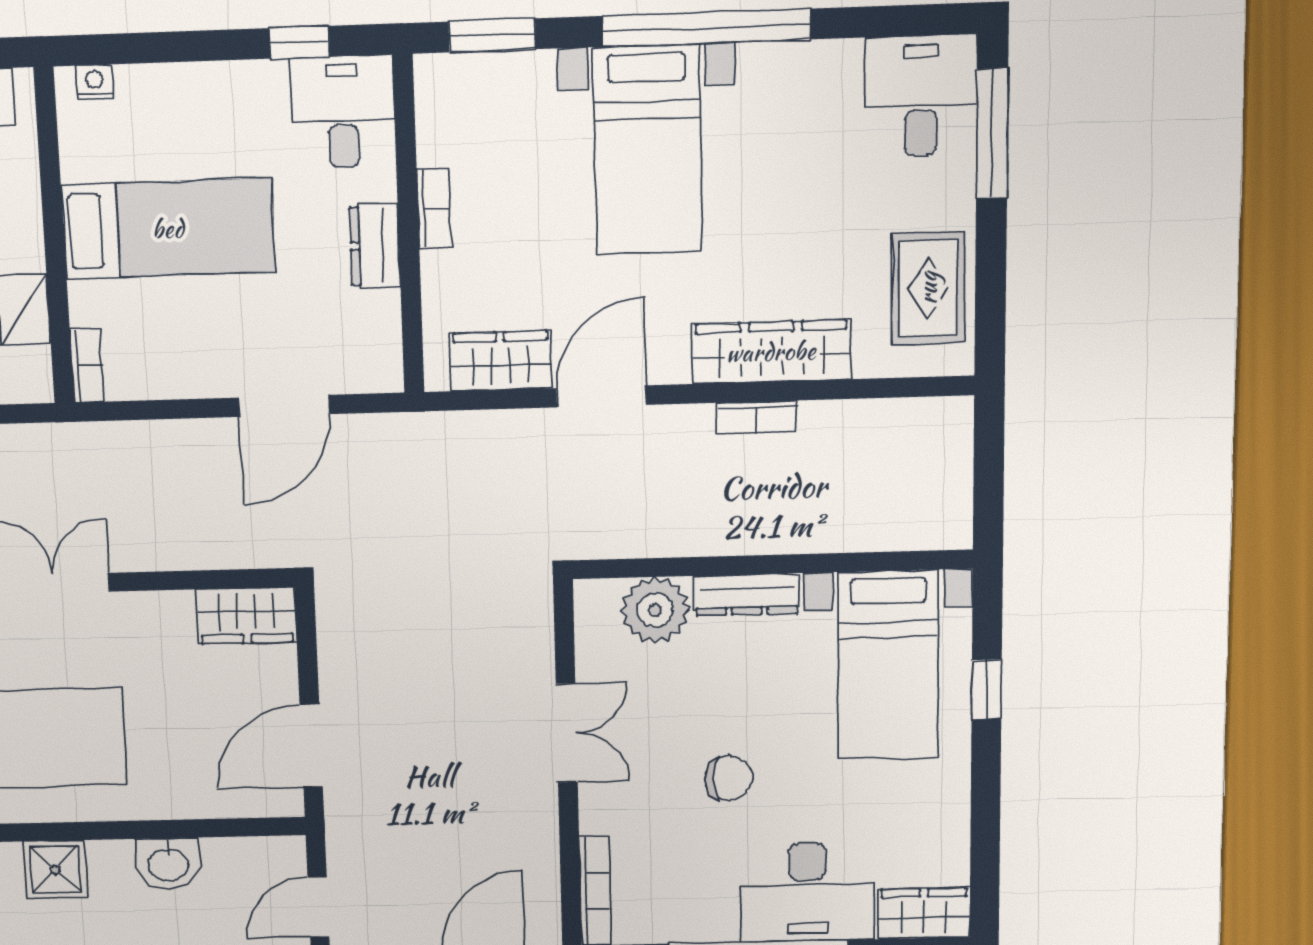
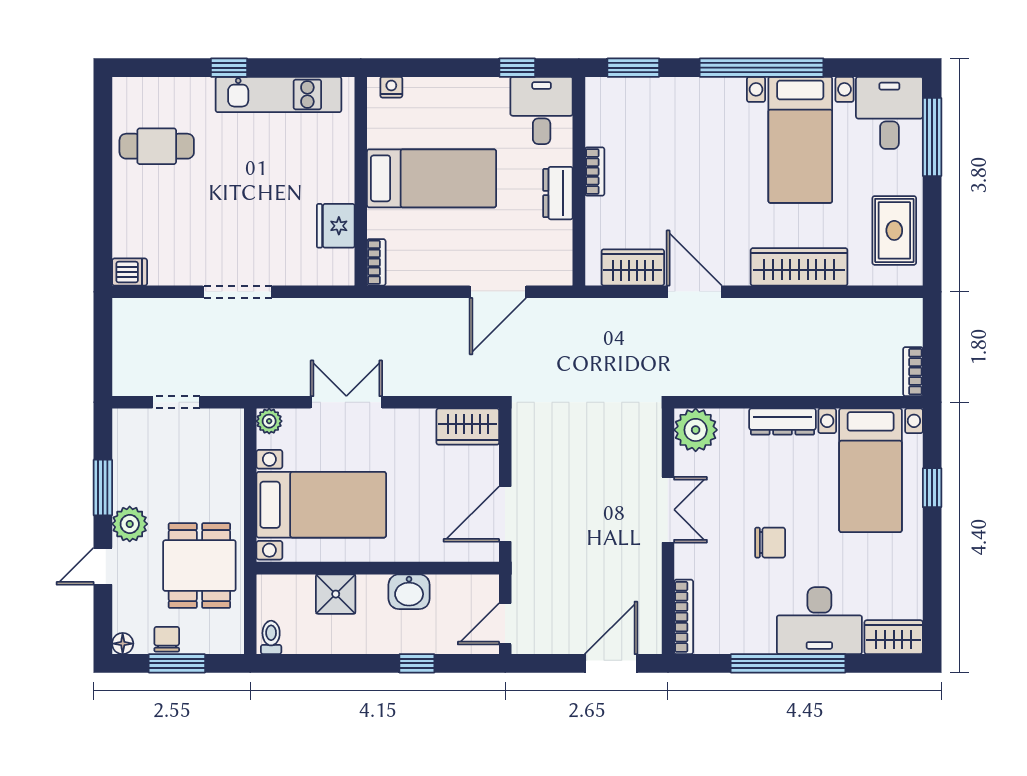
bed with nightstands: (648, 150) -> (800, 140), moved
door: (601, 396) -> (694, 292), hinge flipped
bookcase: (757, 417) -> (913, 372), moved, turned 90
plant: (655, 610) -> (696, 430), moved

